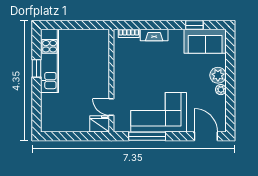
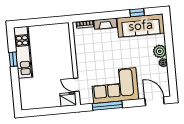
sofa: (205, 41) -> (141, 25), width x1.36

